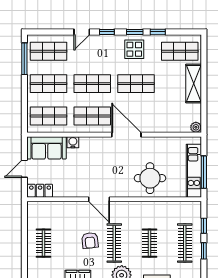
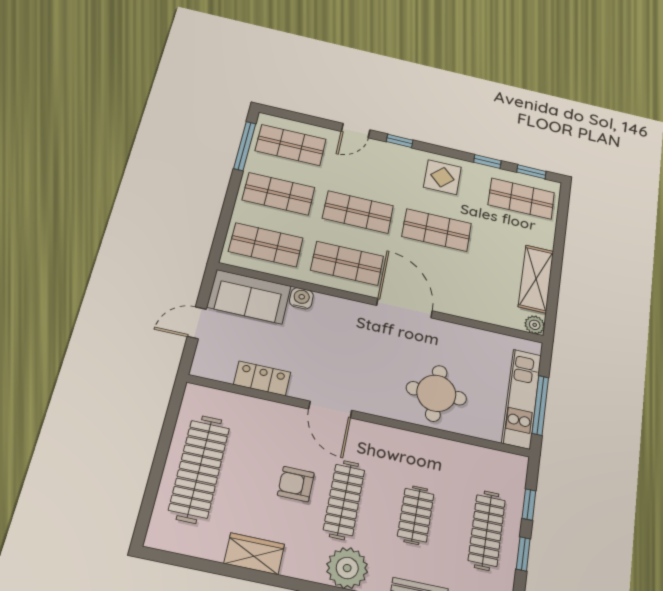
window: (135, 32) -> (531, 172), moved
shelving: (194, 84) -> (536, 279), moved
locker: (40, 191) -> (262, 378), moved
armchair: (90, 240) -> (296, 484), turned 96
clothes rail: (44, 243) -> (199, 469), width x1.86, depth x1.31

